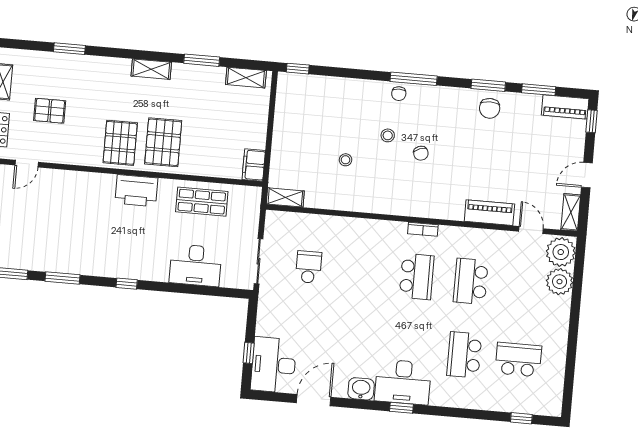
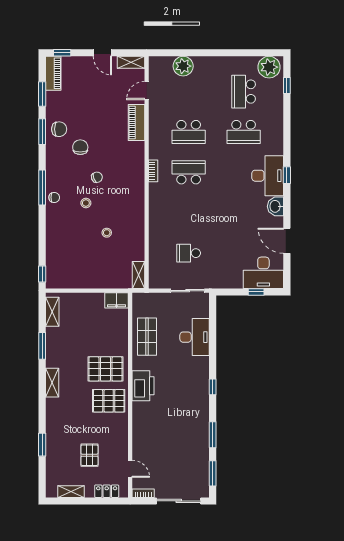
chair: (463, 134) -> (80, 147), added
plant: (561, 252) -> (269, 67), moved

